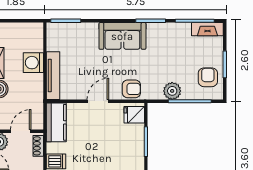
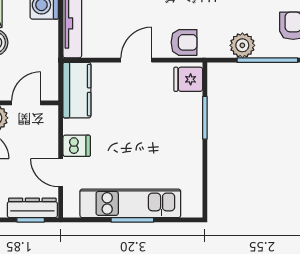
shoe rack: (38, 146) -> (51, 124), removed

